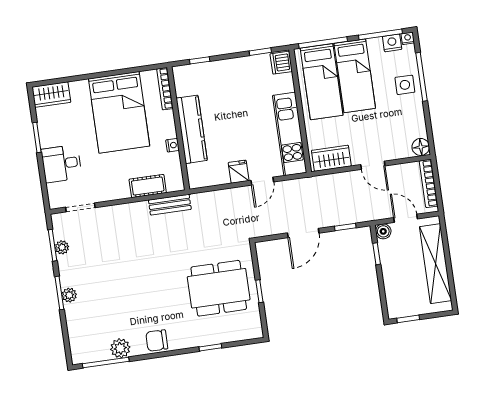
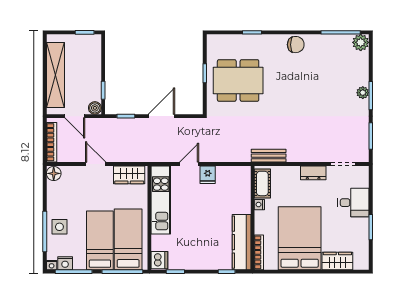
wardrobe: (51, 95) -> (337, 261), moved
kitchen counter: (192, 129) -> (242, 242), moved
cot: (148, 186) -> (262, 183), moved, turned 90
dresser: (114, 192) -> (313, 173), added
plant: (62, 247) -> (363, 133), removed
plant: (120, 348) -> (361, 42), moved

